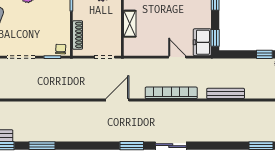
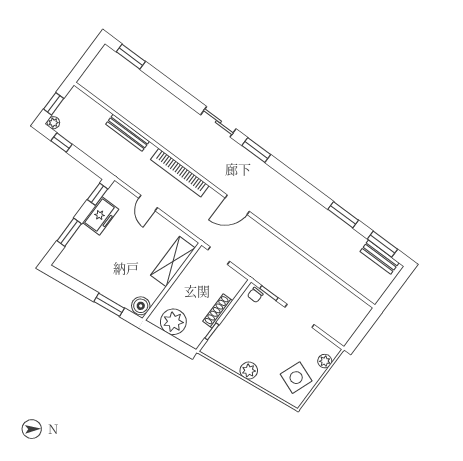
shelving: (130, 24) -> (173, 262), width x1.50, depth x1.33
shoe rack: (78, 35) -> (218, 311), moved
freezer: (202, 42) -> (101, 216), moved

